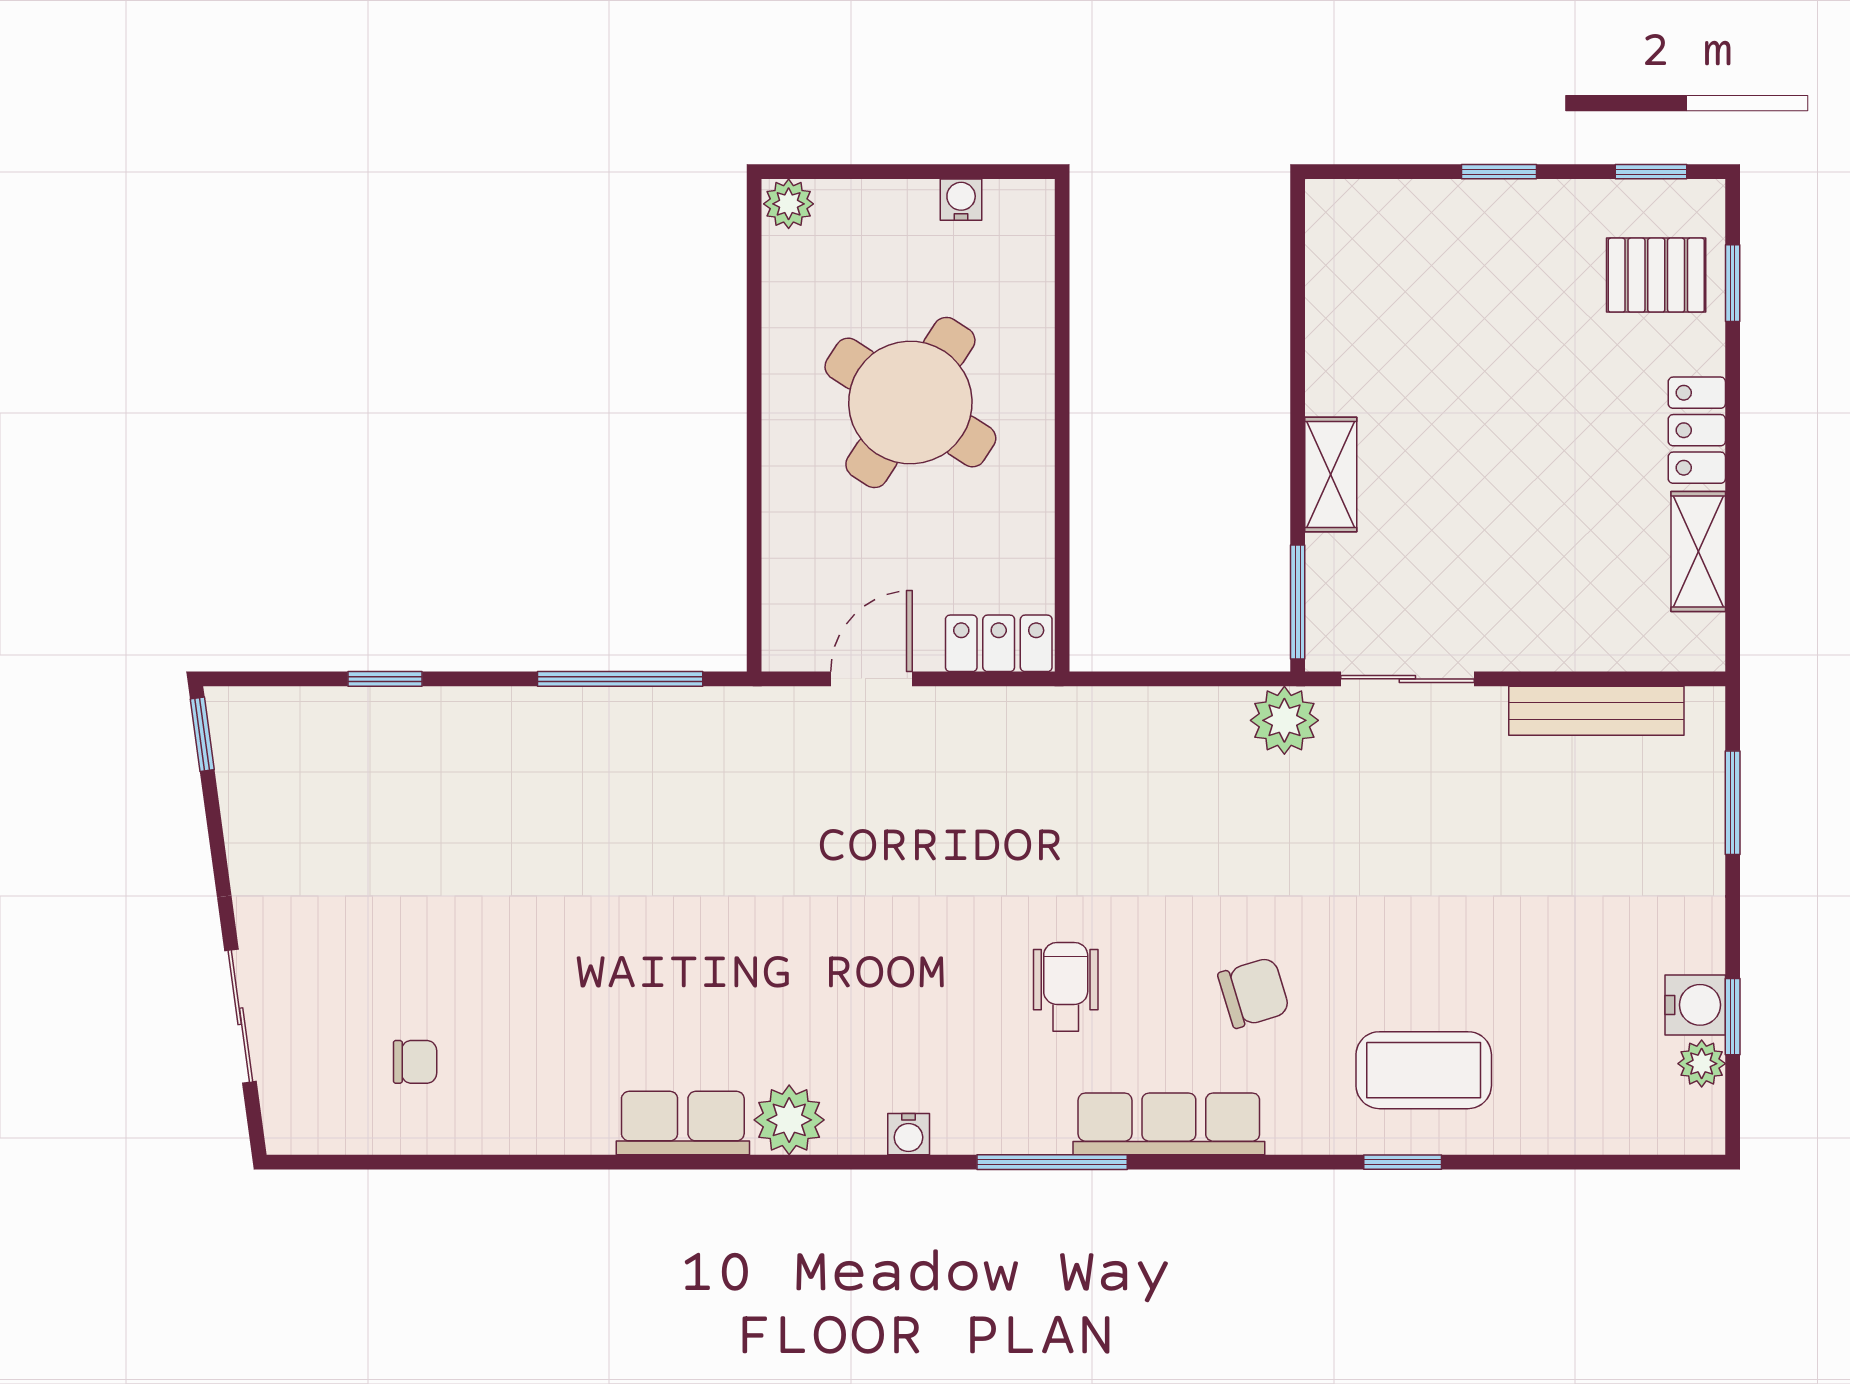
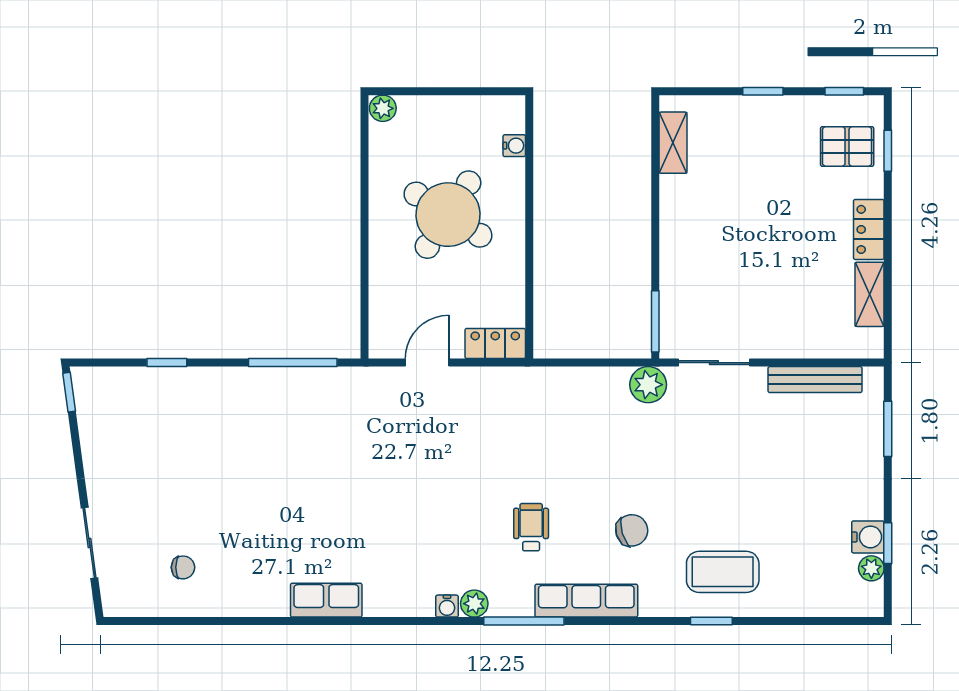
water cooler: (961, 200) -> (514, 146), moved, turned 90
shelving: (1331, 474) -> (673, 143), moved
plant: (789, 1120) -> (474, 604), moved, width x0.73, depth x0.73

